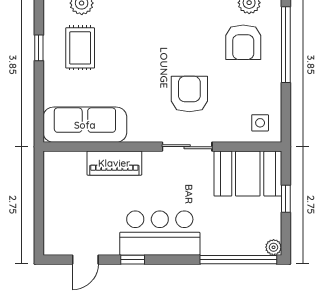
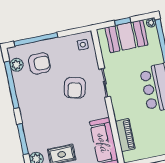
armchair: (189, 94) -> (75, 88), turned -76
piano: (114, 163) -> (125, 135), moved
booth: (248, 174) -> (126, 36), moved, turned 90

